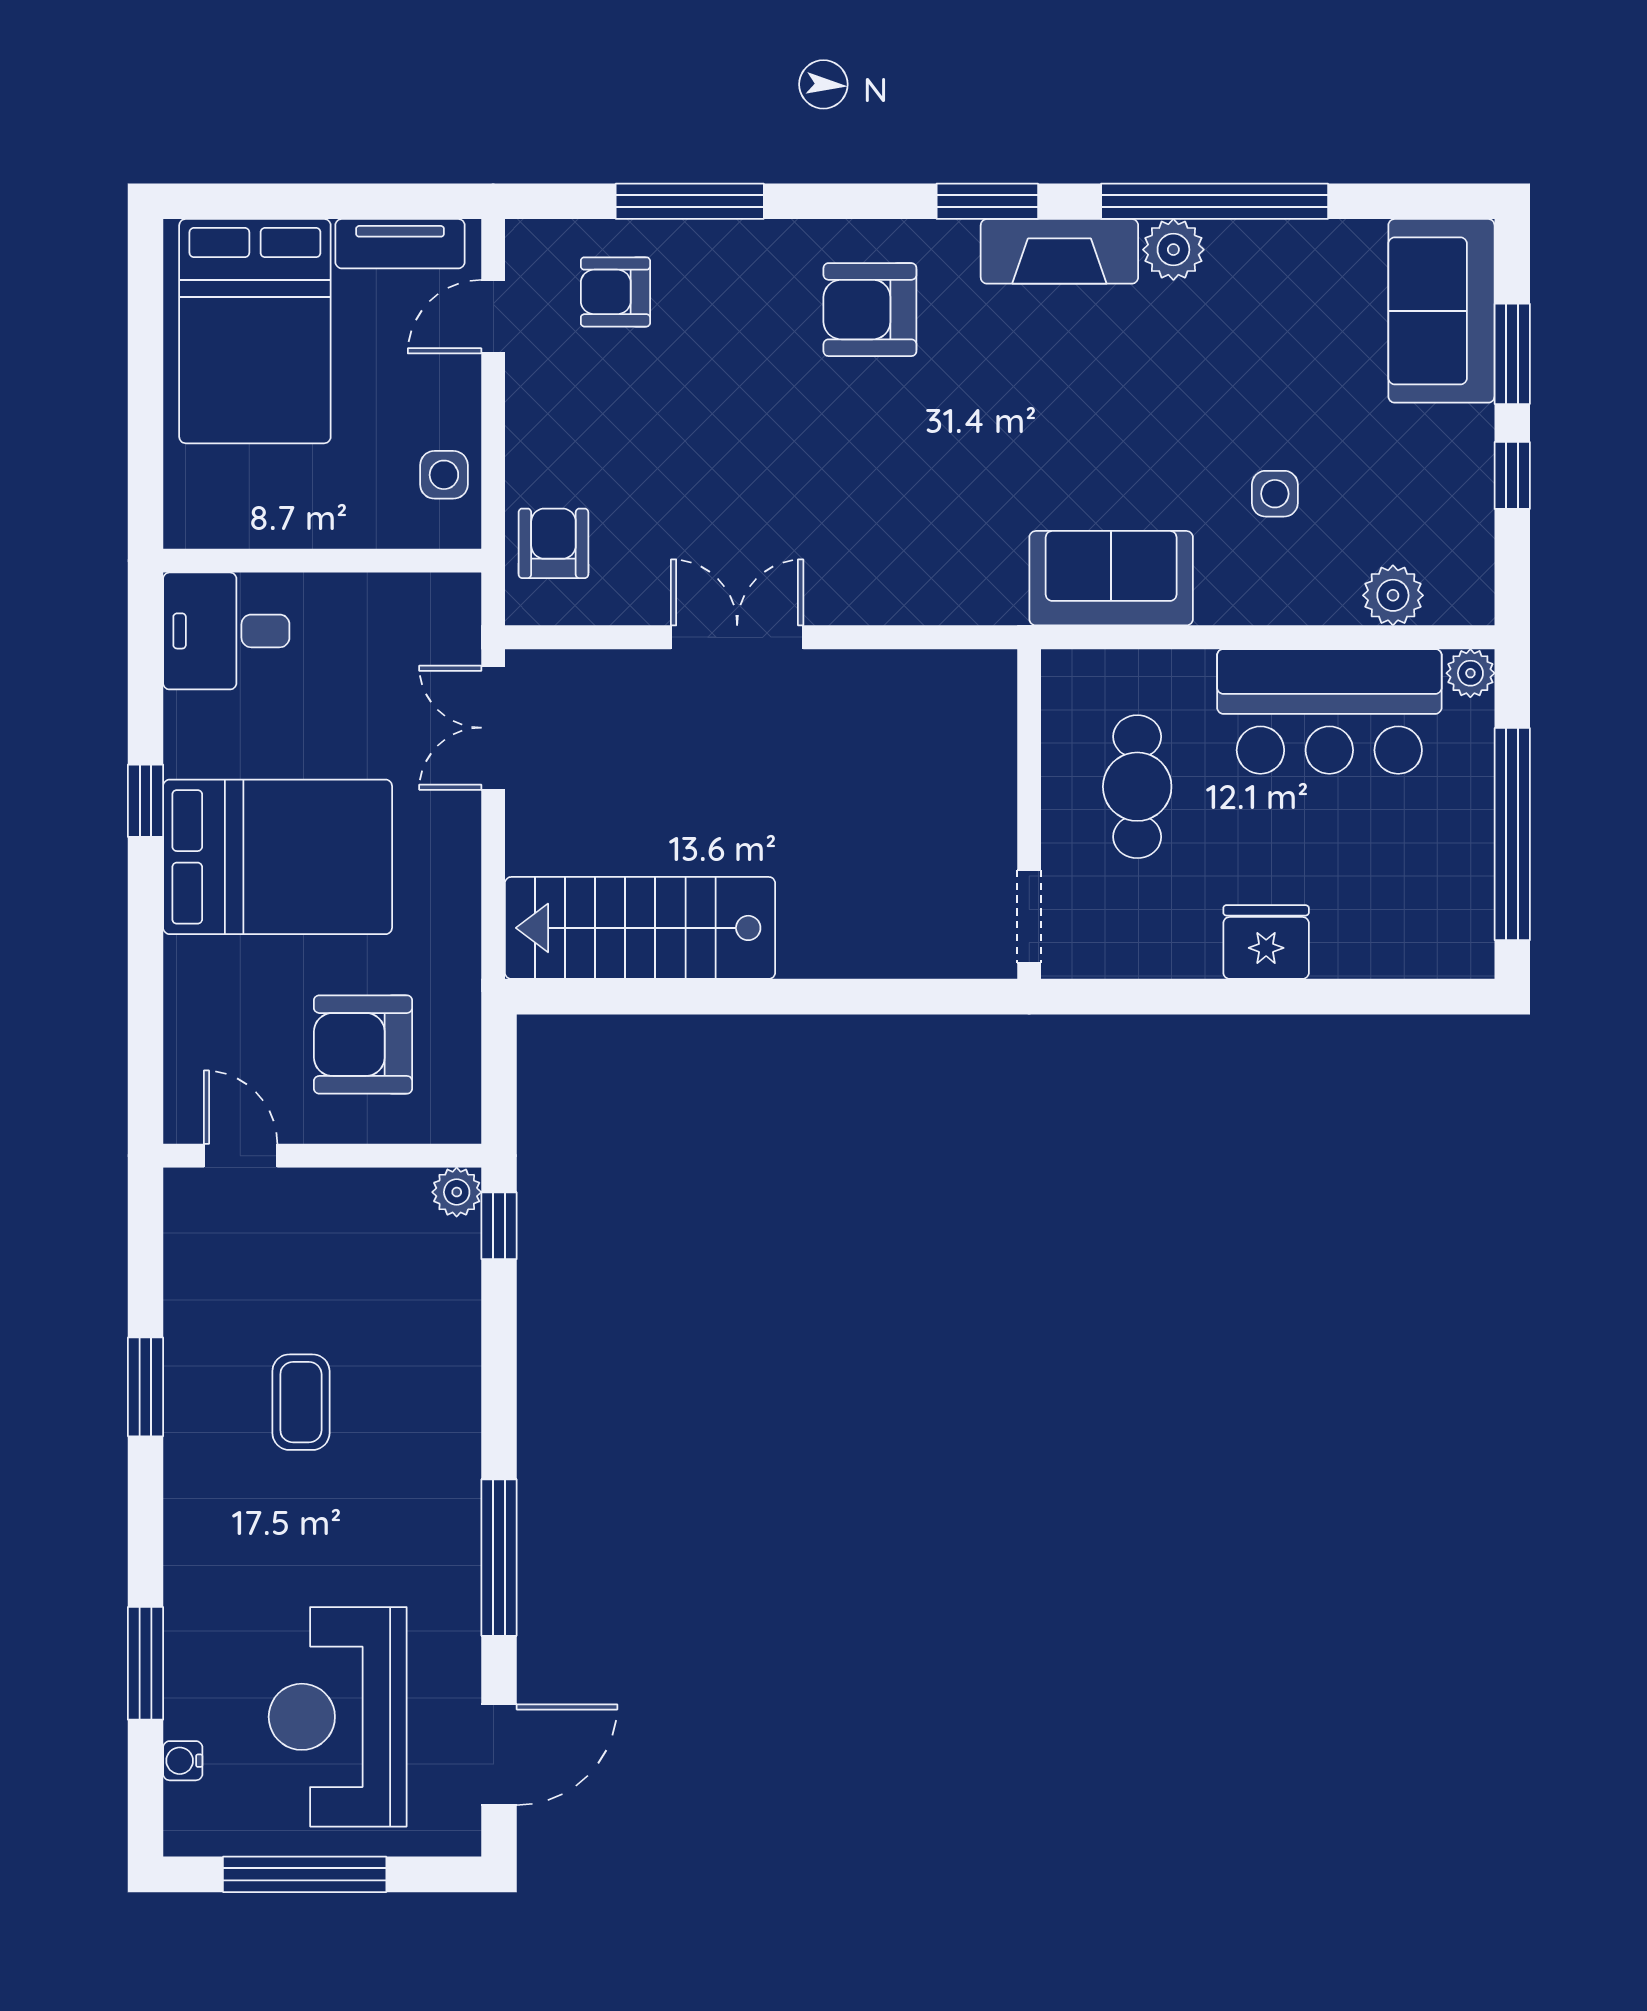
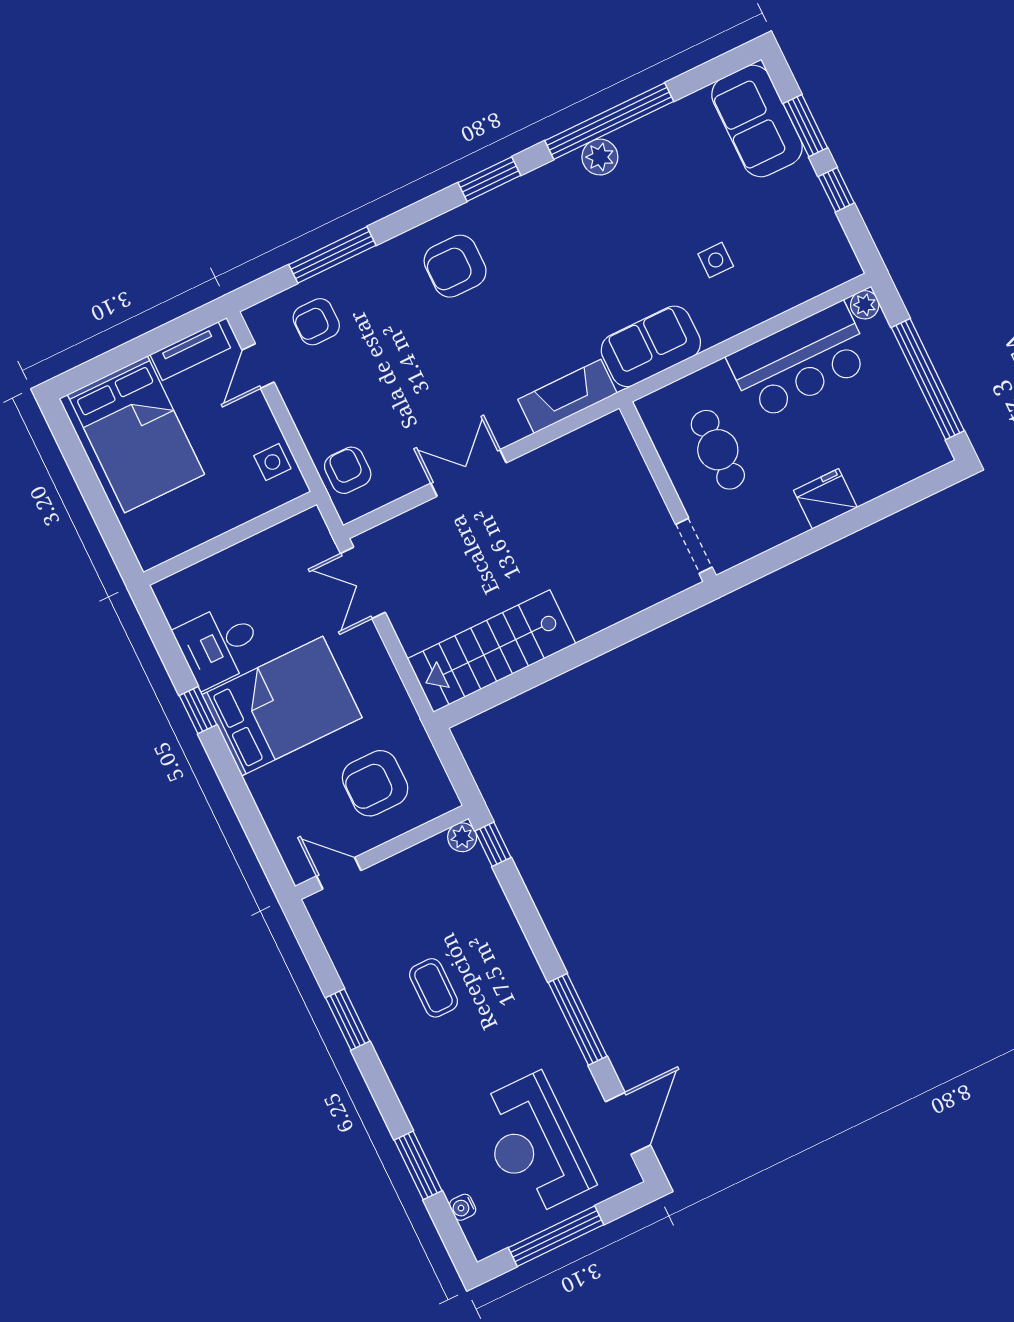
fireplace: (1059, 251) -> (568, 396), moved, turned 180
plant: (1393, 595) -> (804, 283), removed
desk: (226, 631) -> (219, 645), moved

